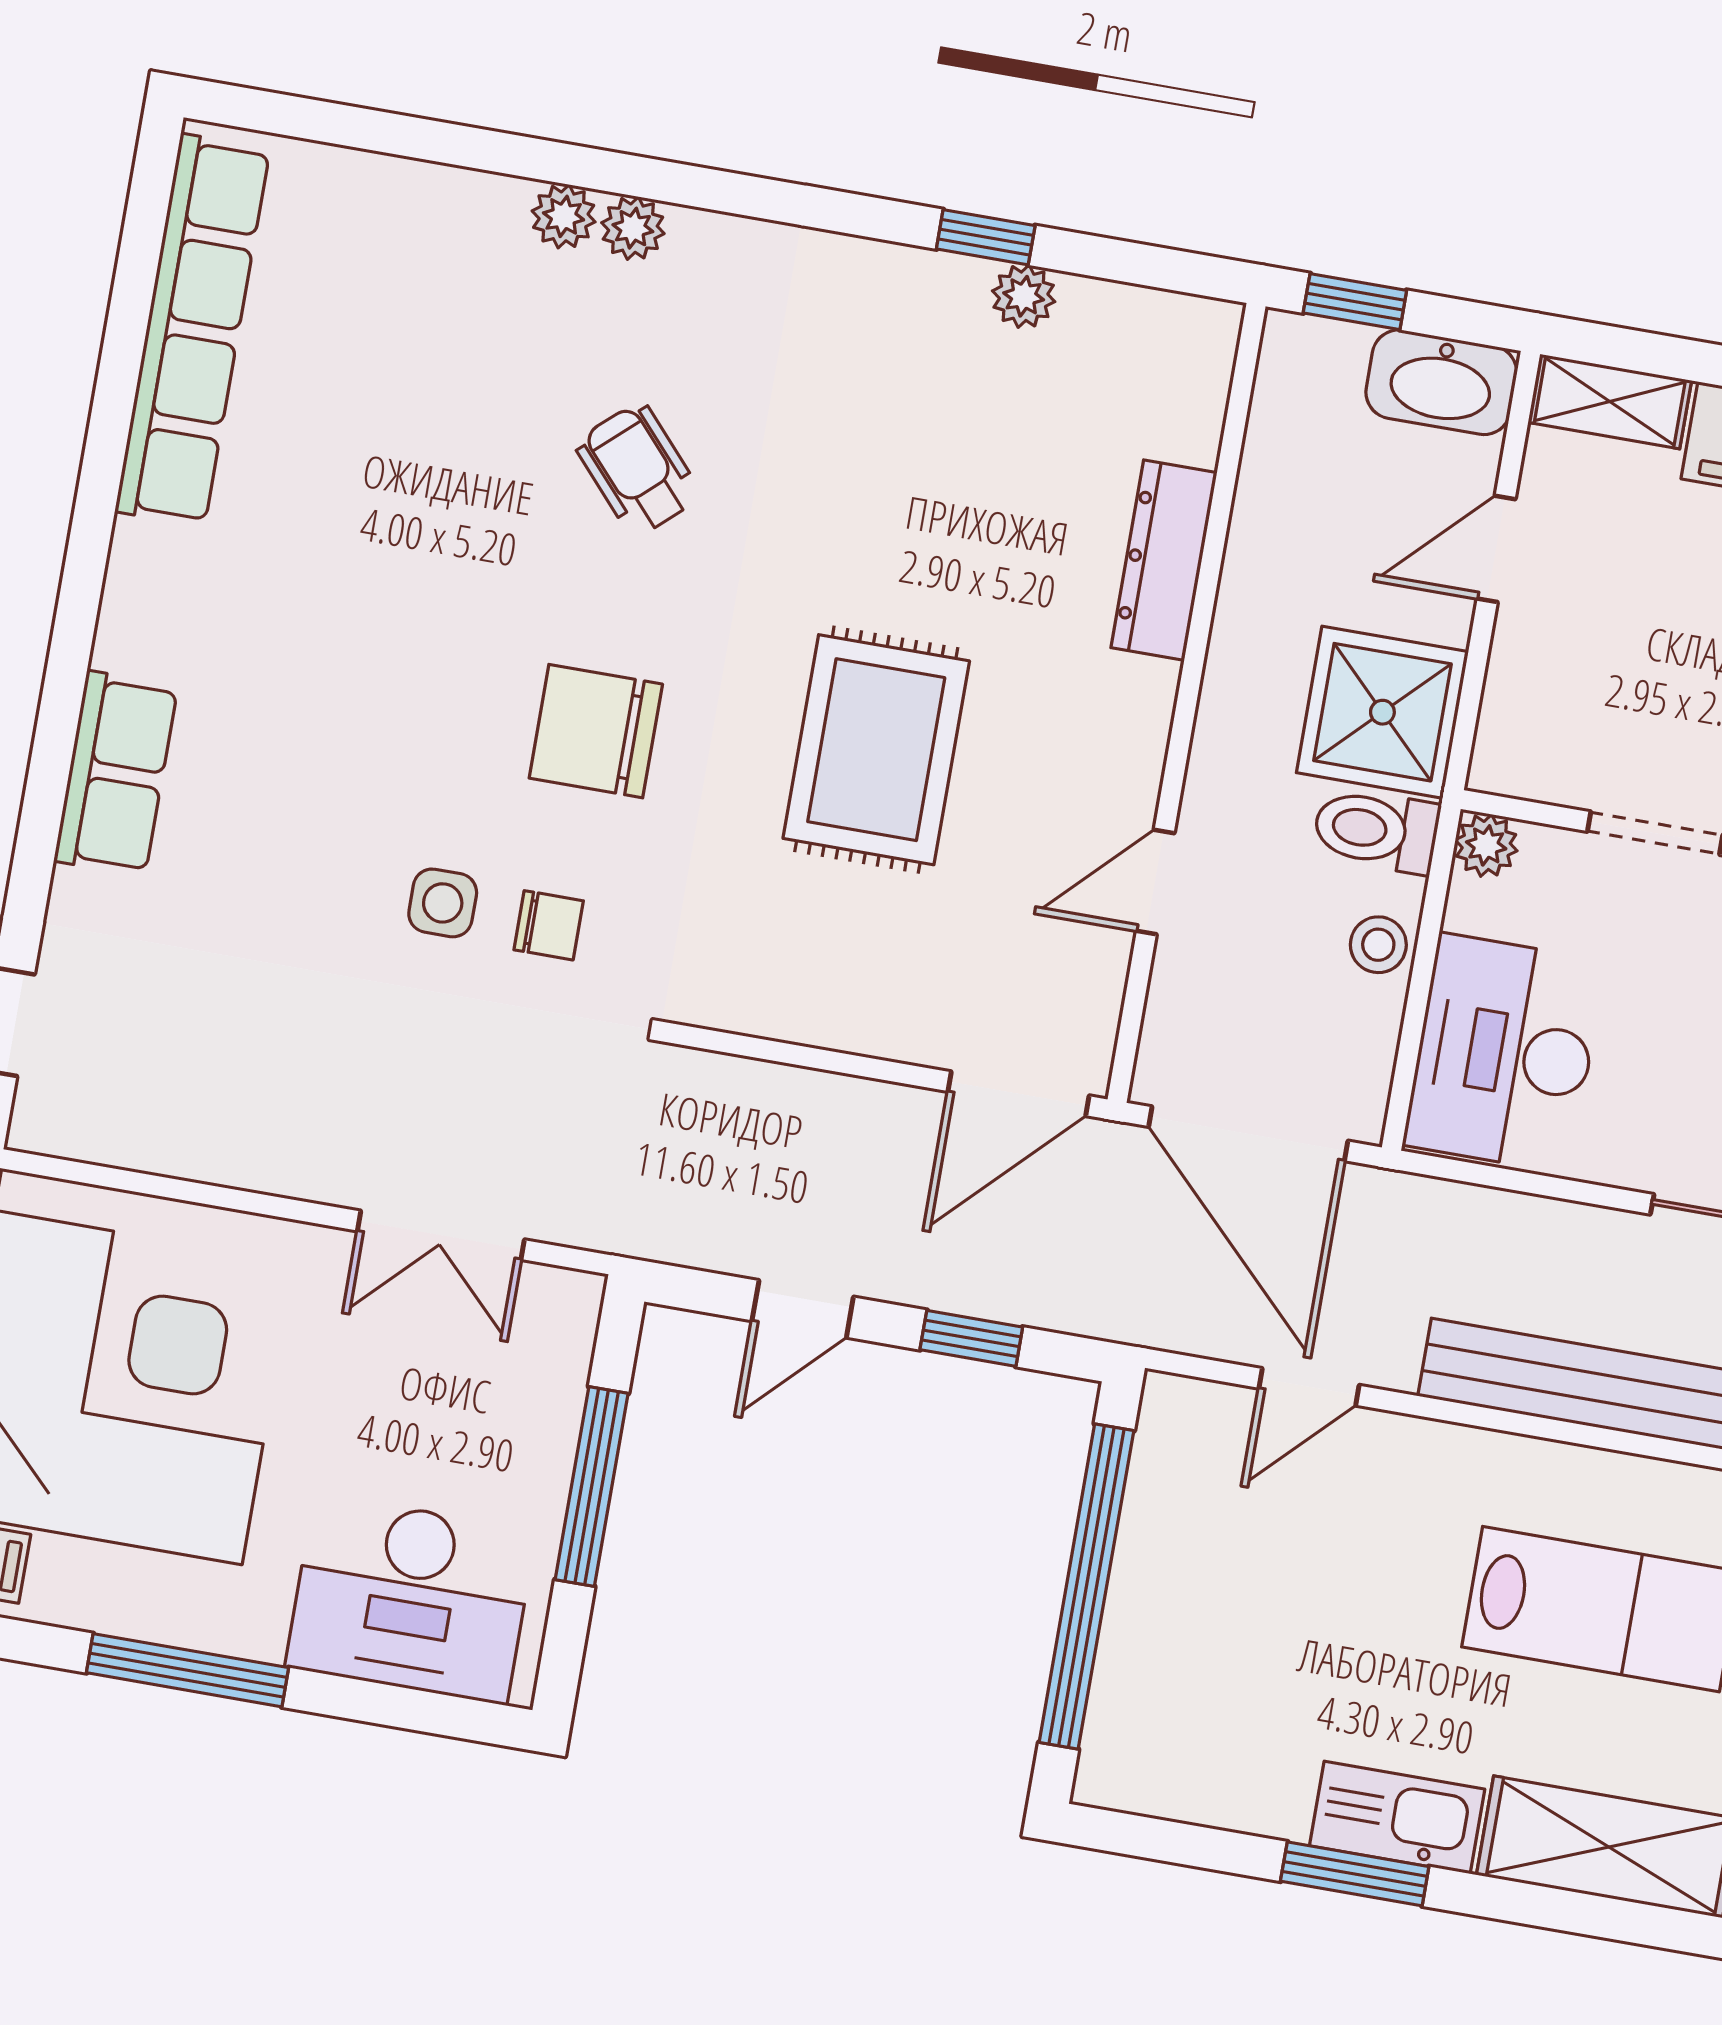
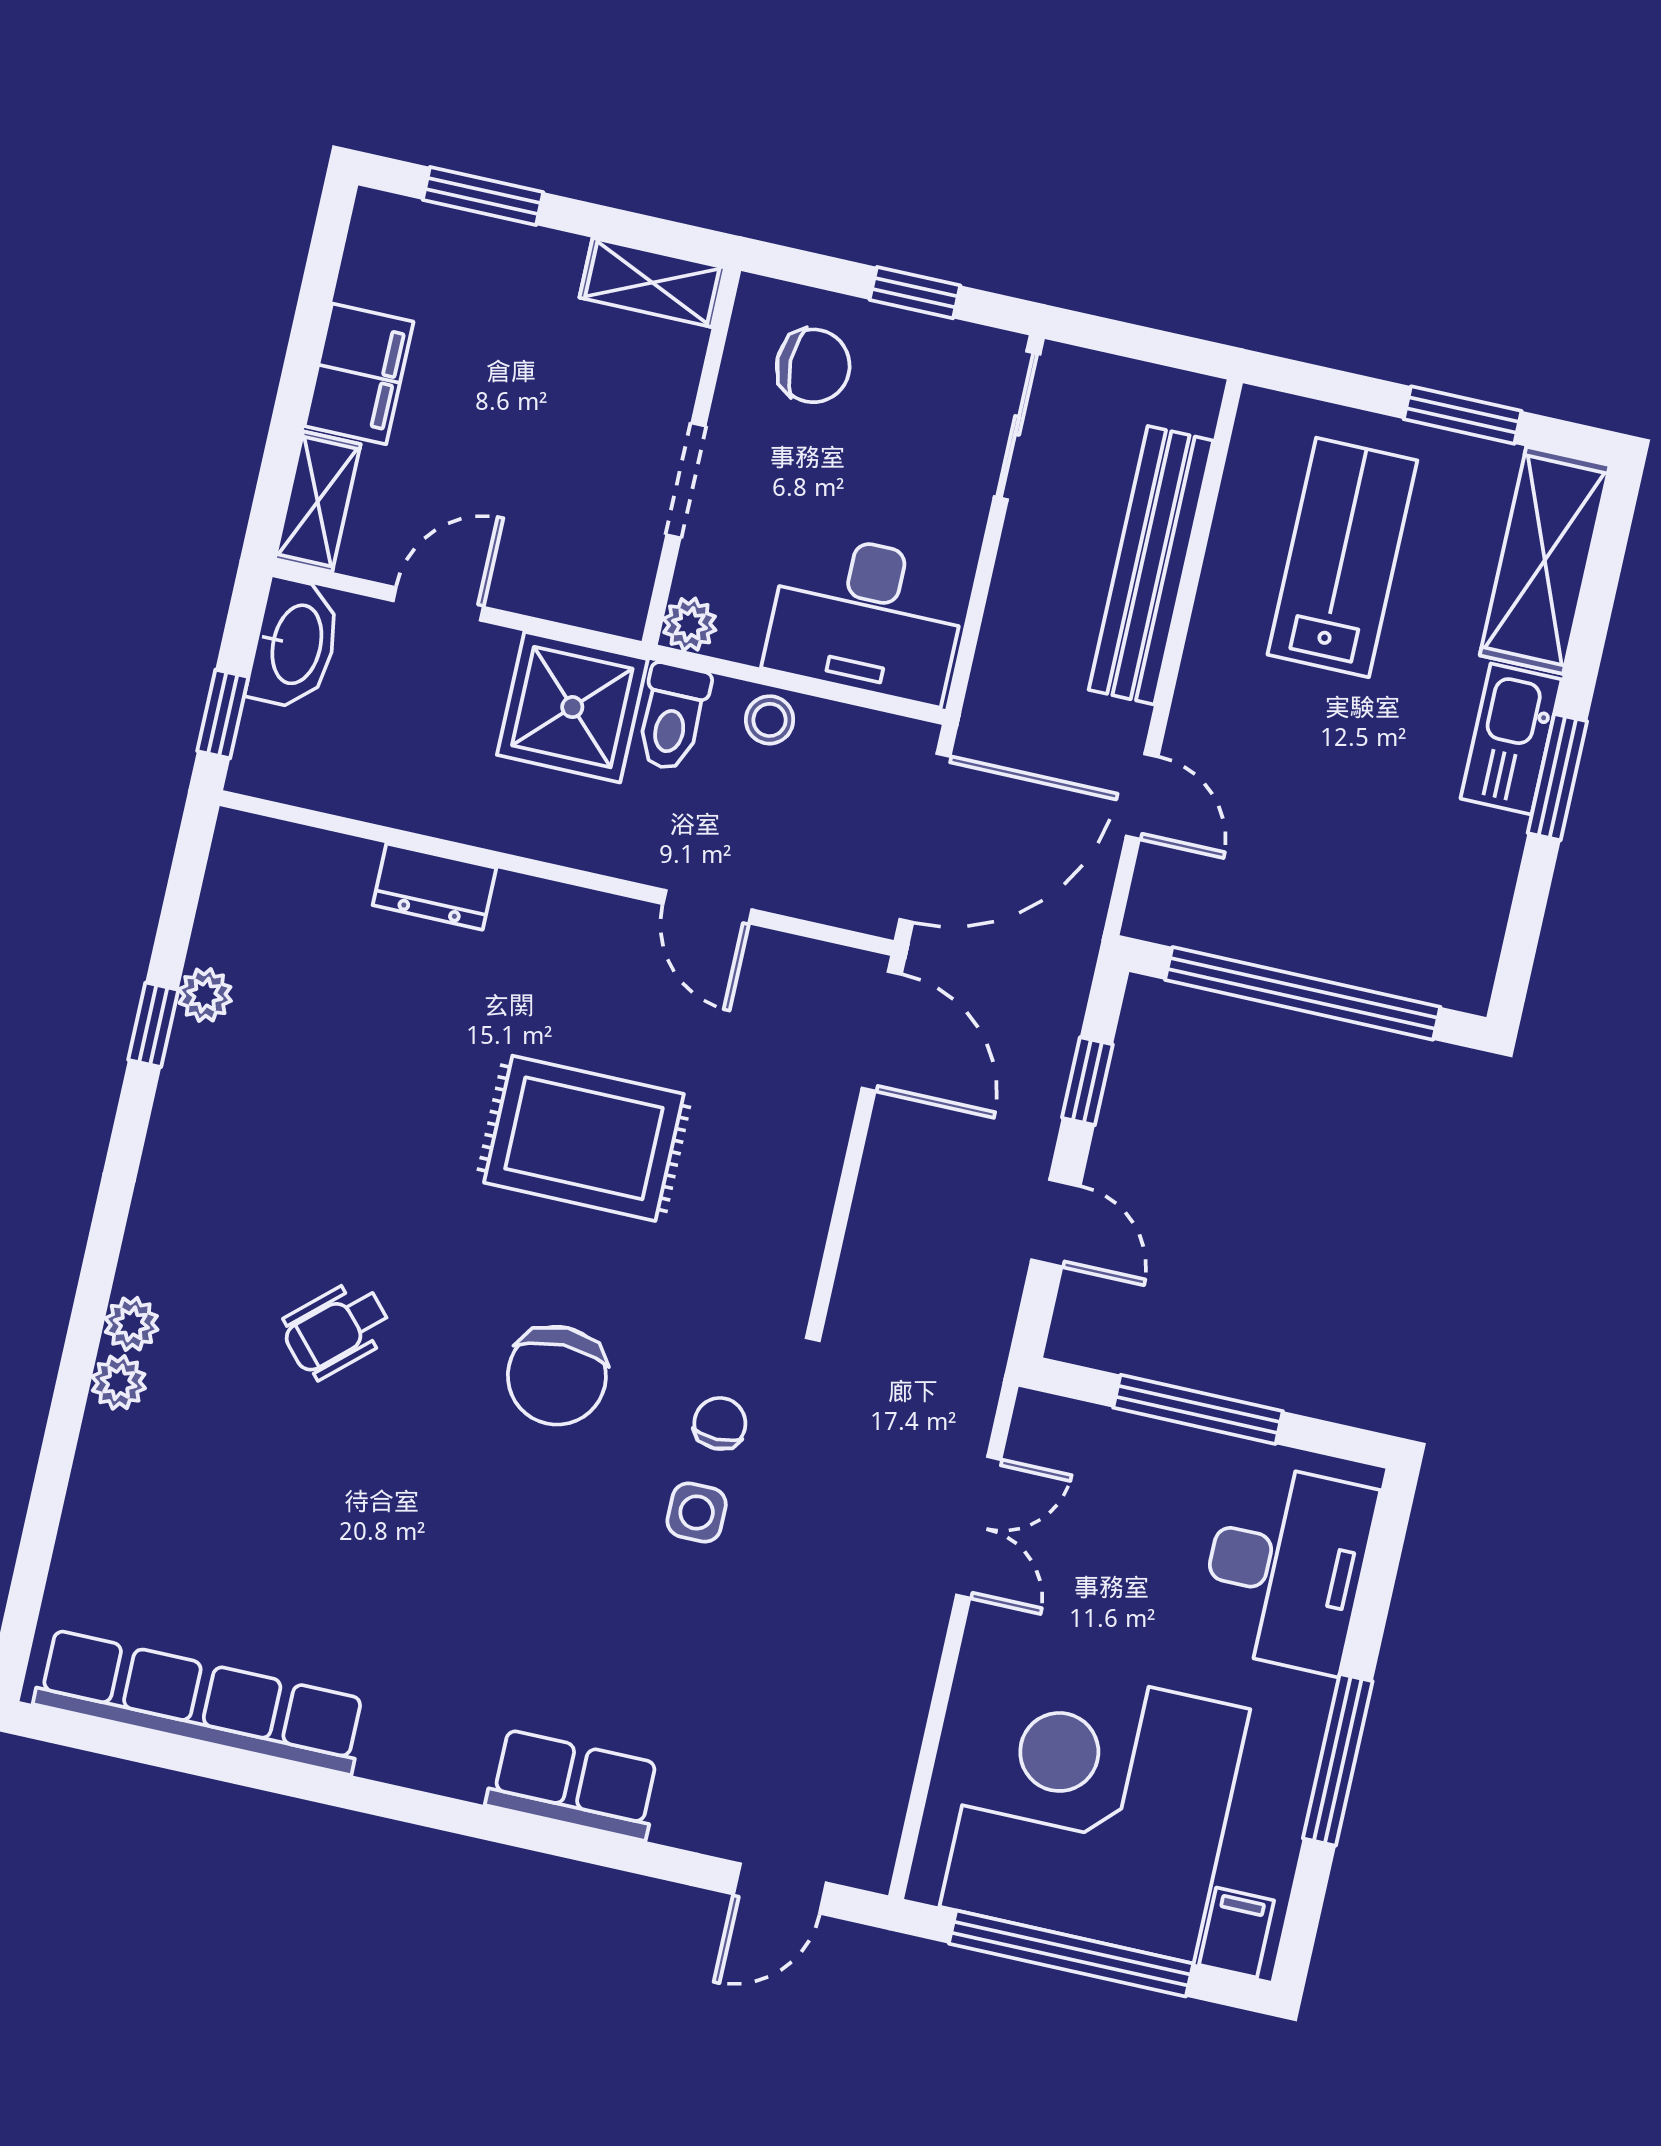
door: (1496, 549) -> (438, 604), swing flipped
dresser: (1164, 560) -> (435, 887), width x0.70

